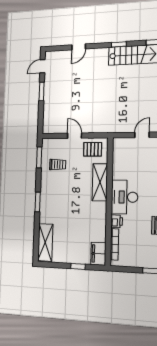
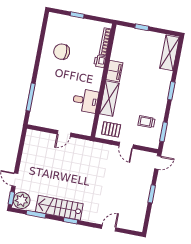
door: (42, 66) -> (158, 163), moved
desk: (124, 197) -> (85, 101), moved, width x0.73
filing cabinet: (98, 254) -> (114, 71), moved

